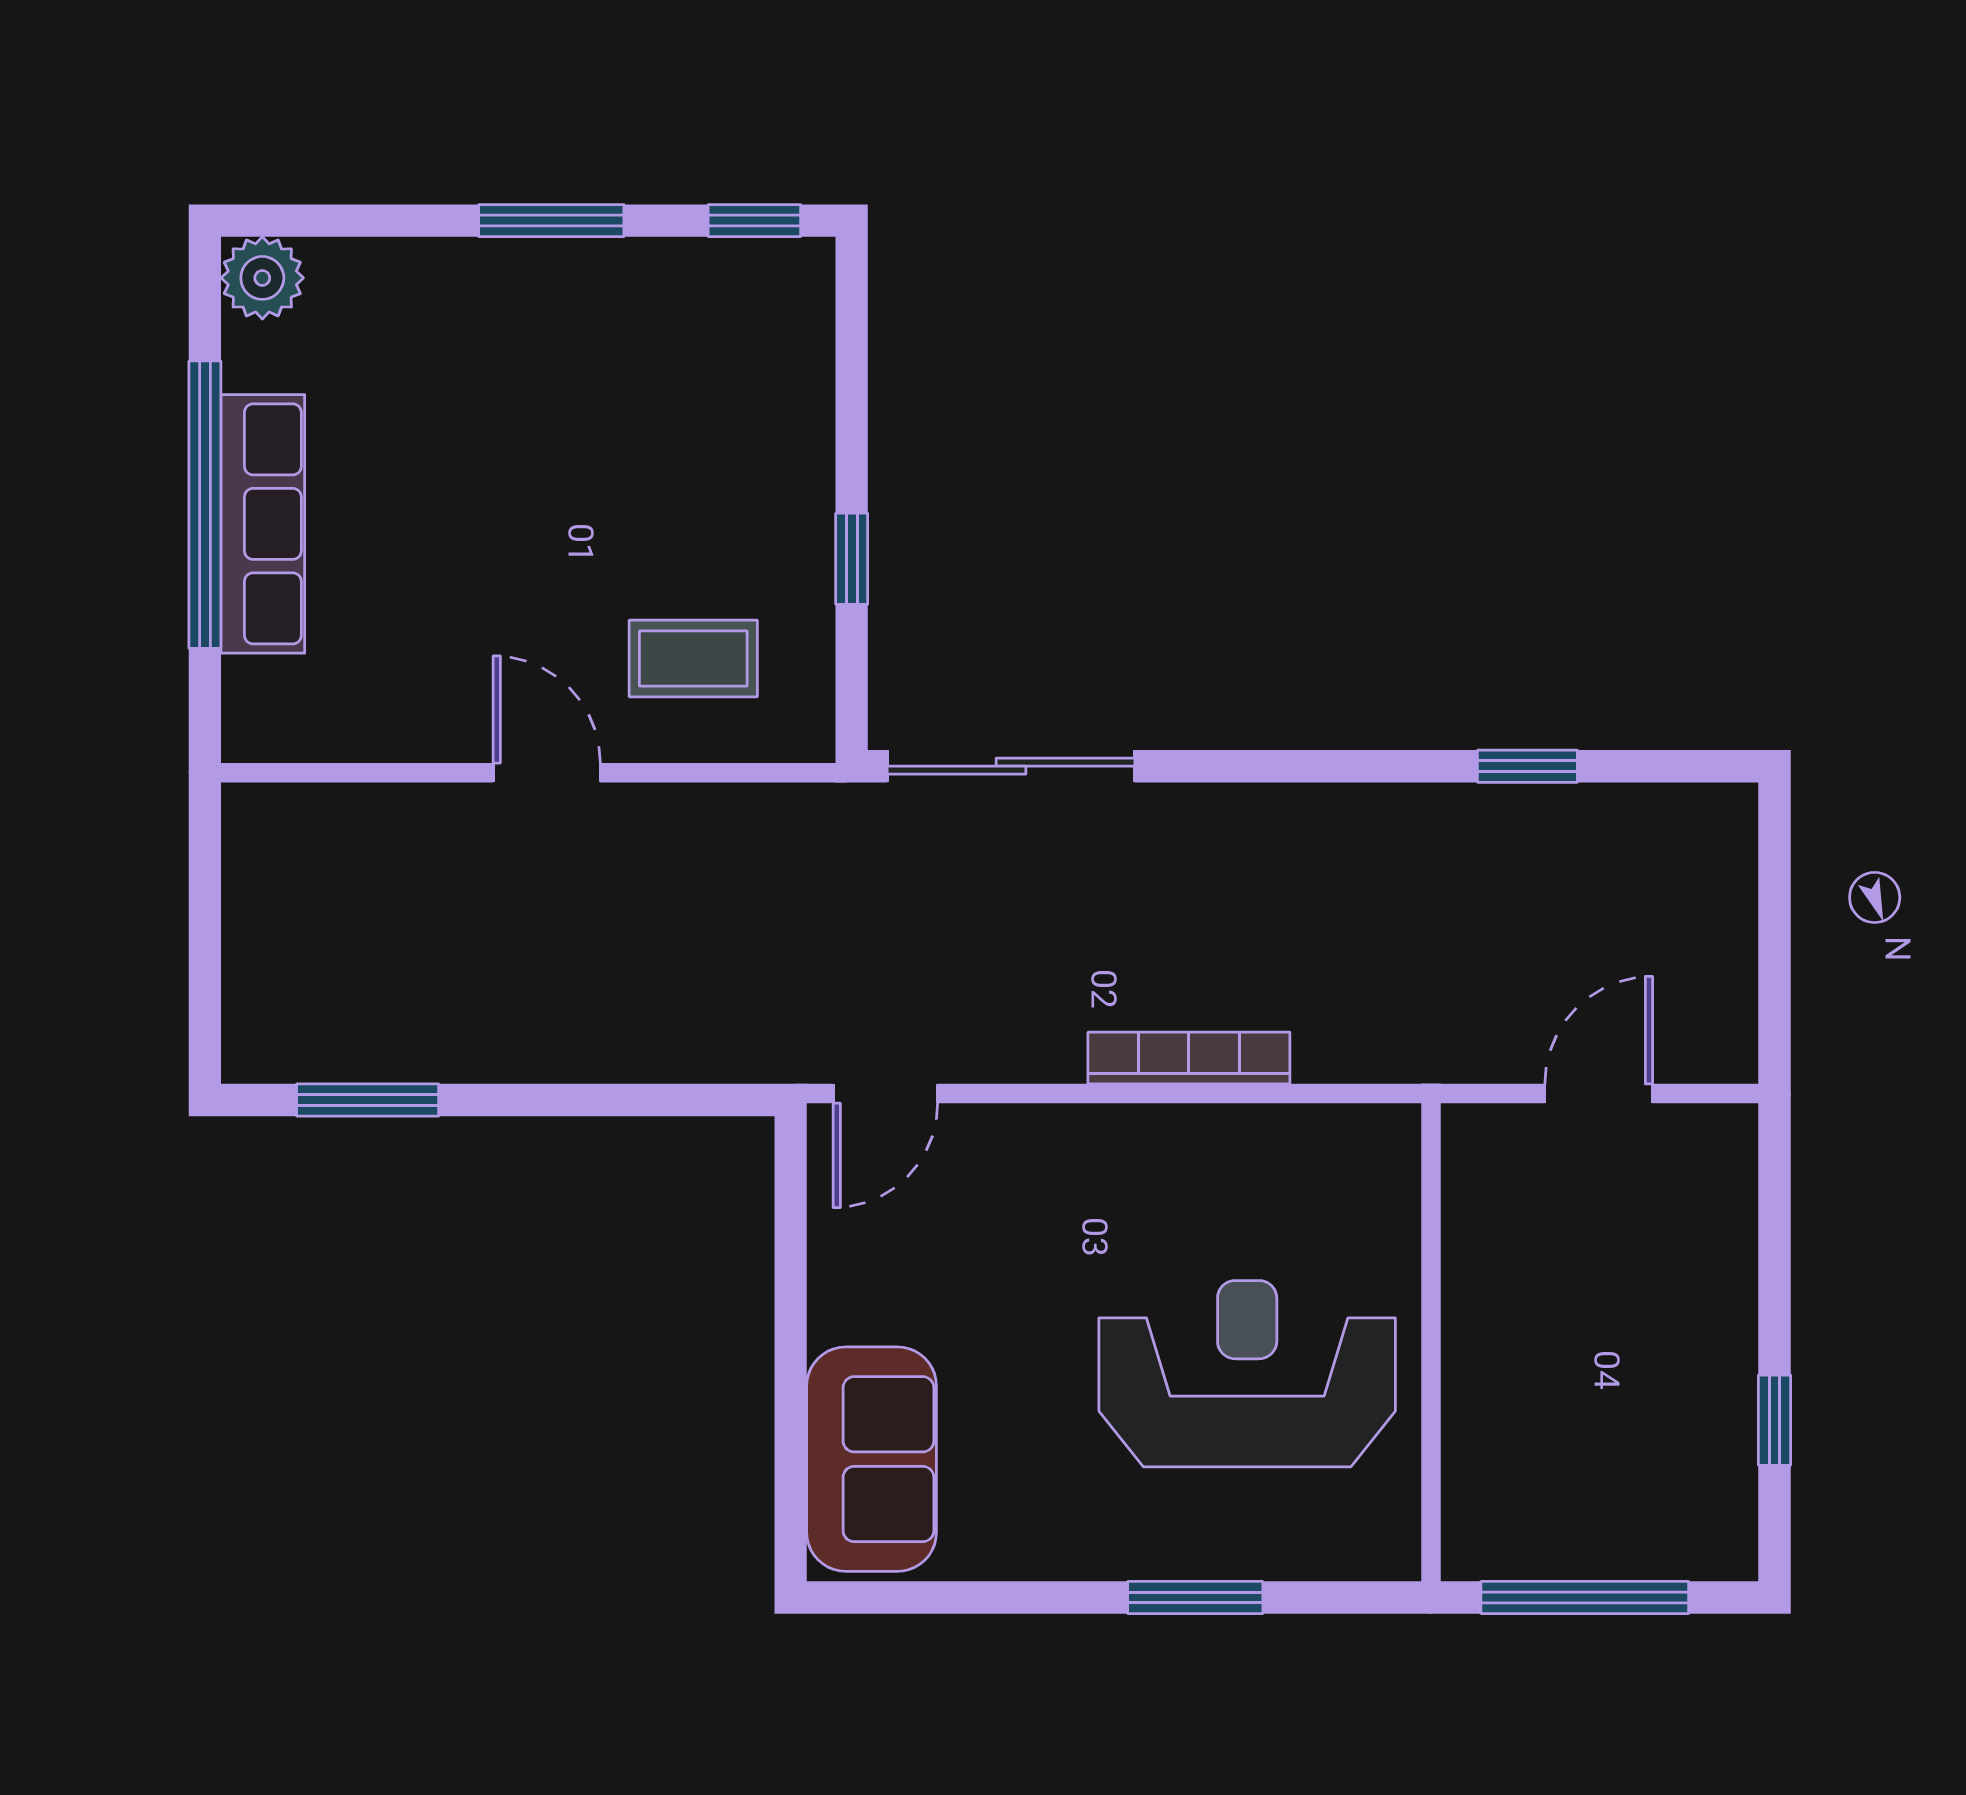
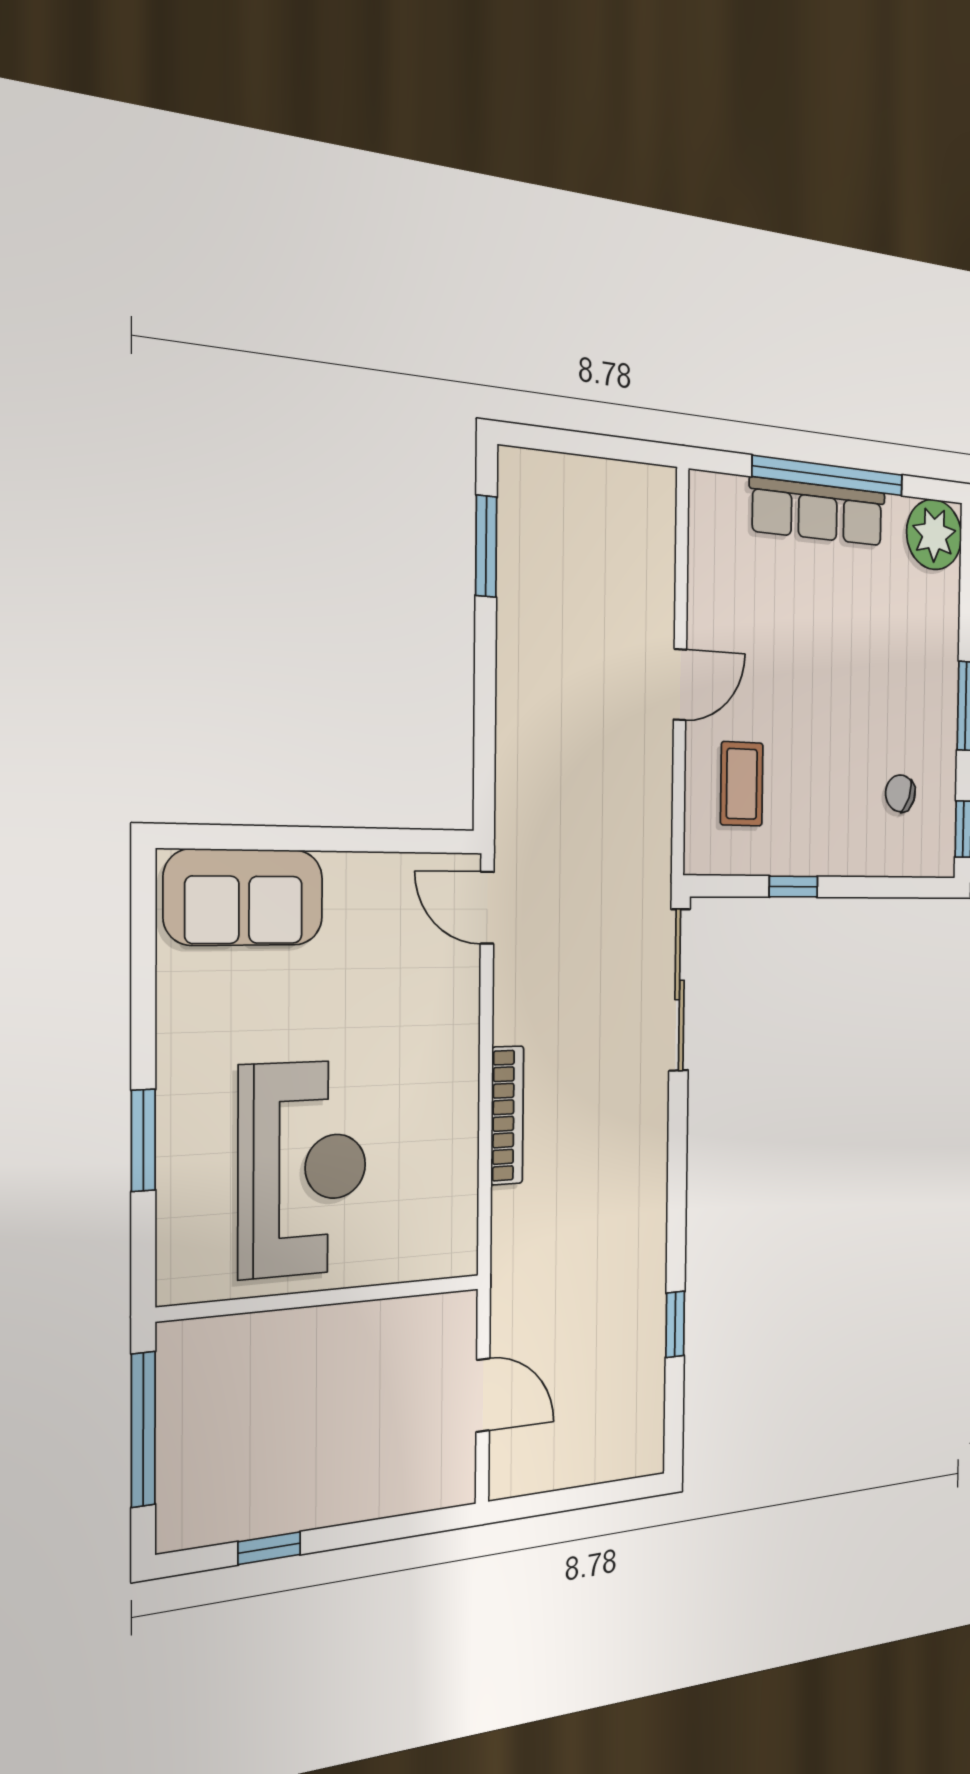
plant: (262, 278) -> (934, 535), width x1.36, depth x1.36
chair: (699, 352) -> (900, 793), added

